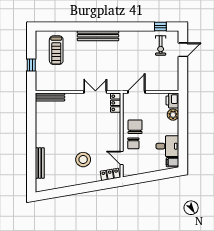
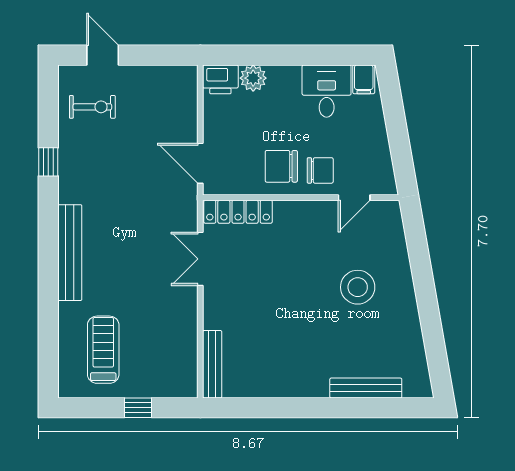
window: (160, 26) -> (48, 162), moved
treadmill: (56, 50) -> (103, 350), turned -90
locker: (116, 103) -> (238, 212), width x1.53
locker: (110, 174) -> (392, 225), removed

